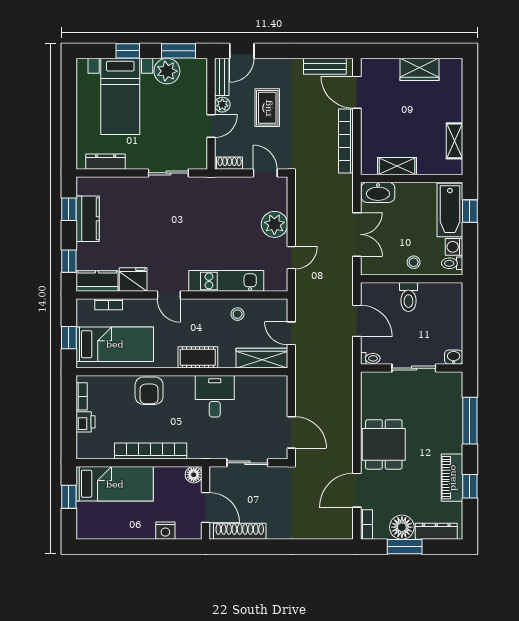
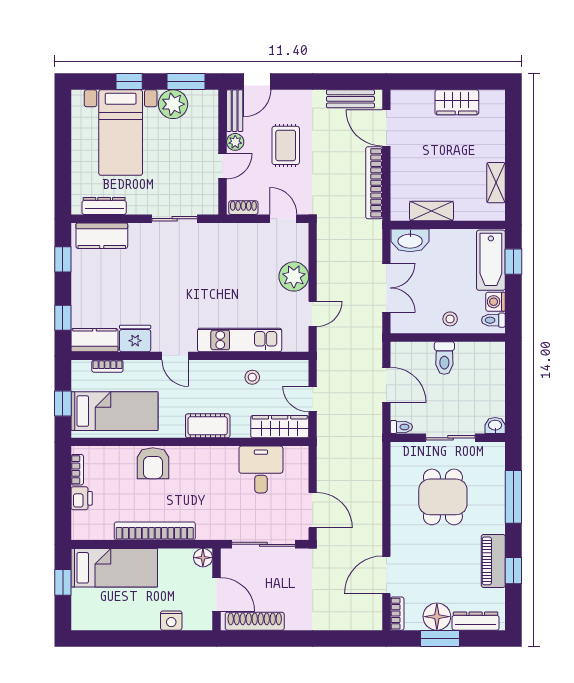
kitchen counter: (88, 219) -> (102, 236), moved, turned 90
desk: (215, 396) -> (261, 470), moved
dining table: (384, 444) -> (443, 497), moved
sliding door: (247, 463) -> (263, 544), width x1.37

